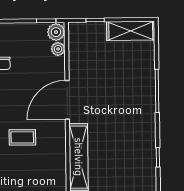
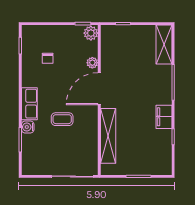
shelving: (131, 31) -> (164, 45), moved, turned 90
plant: (58, 49) -> (92, 63), moved
filing cabinet: (146, 133) -> (164, 117), added

